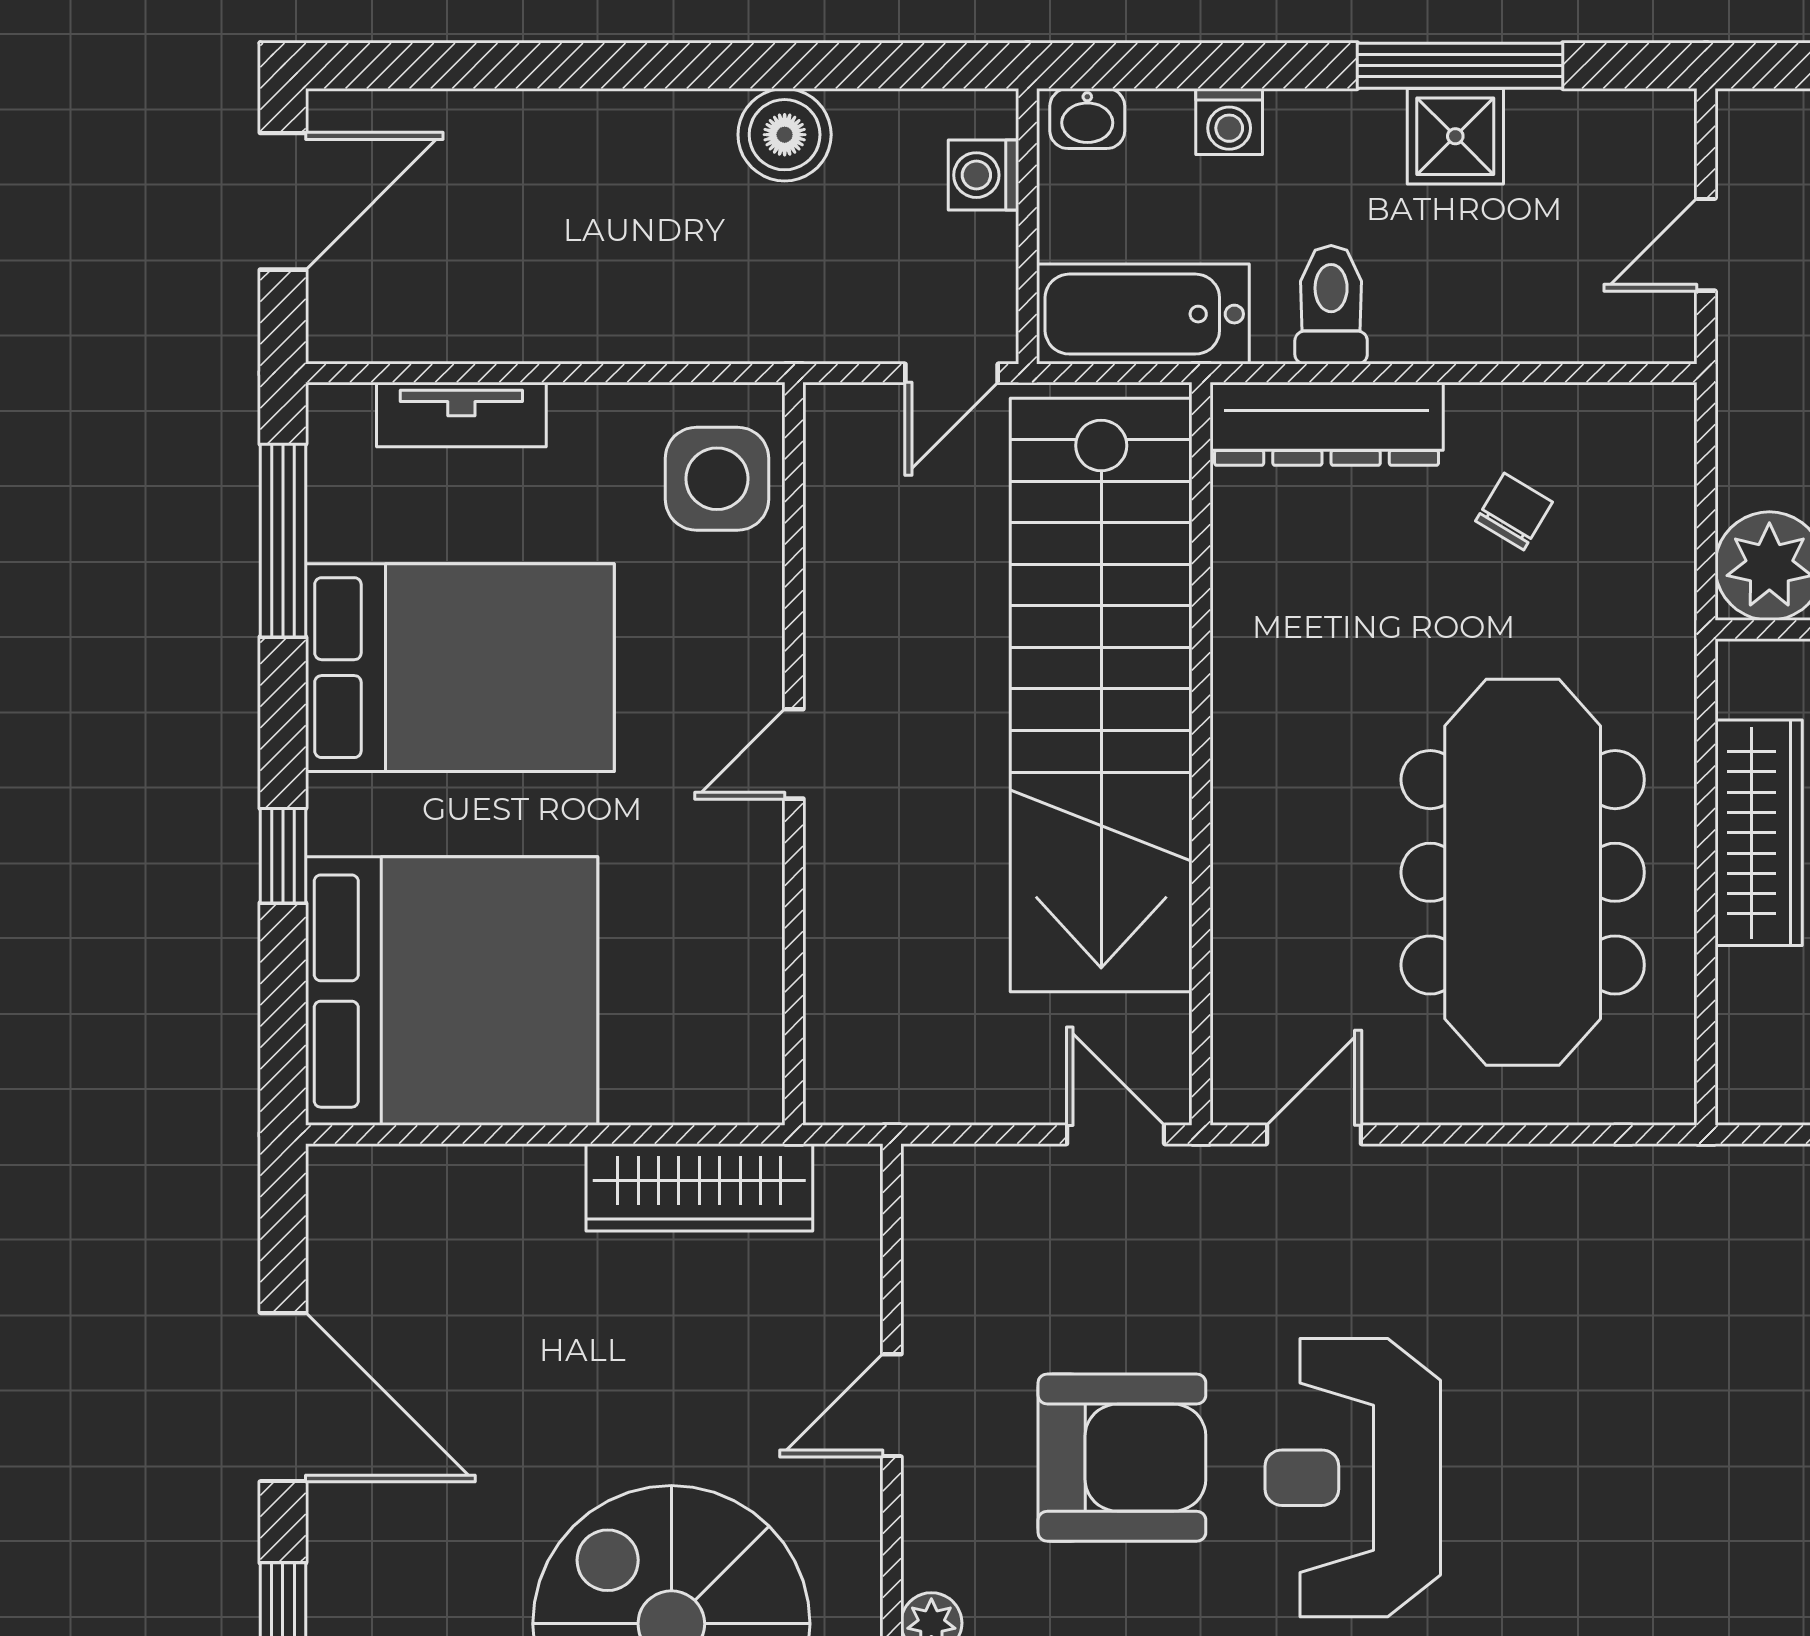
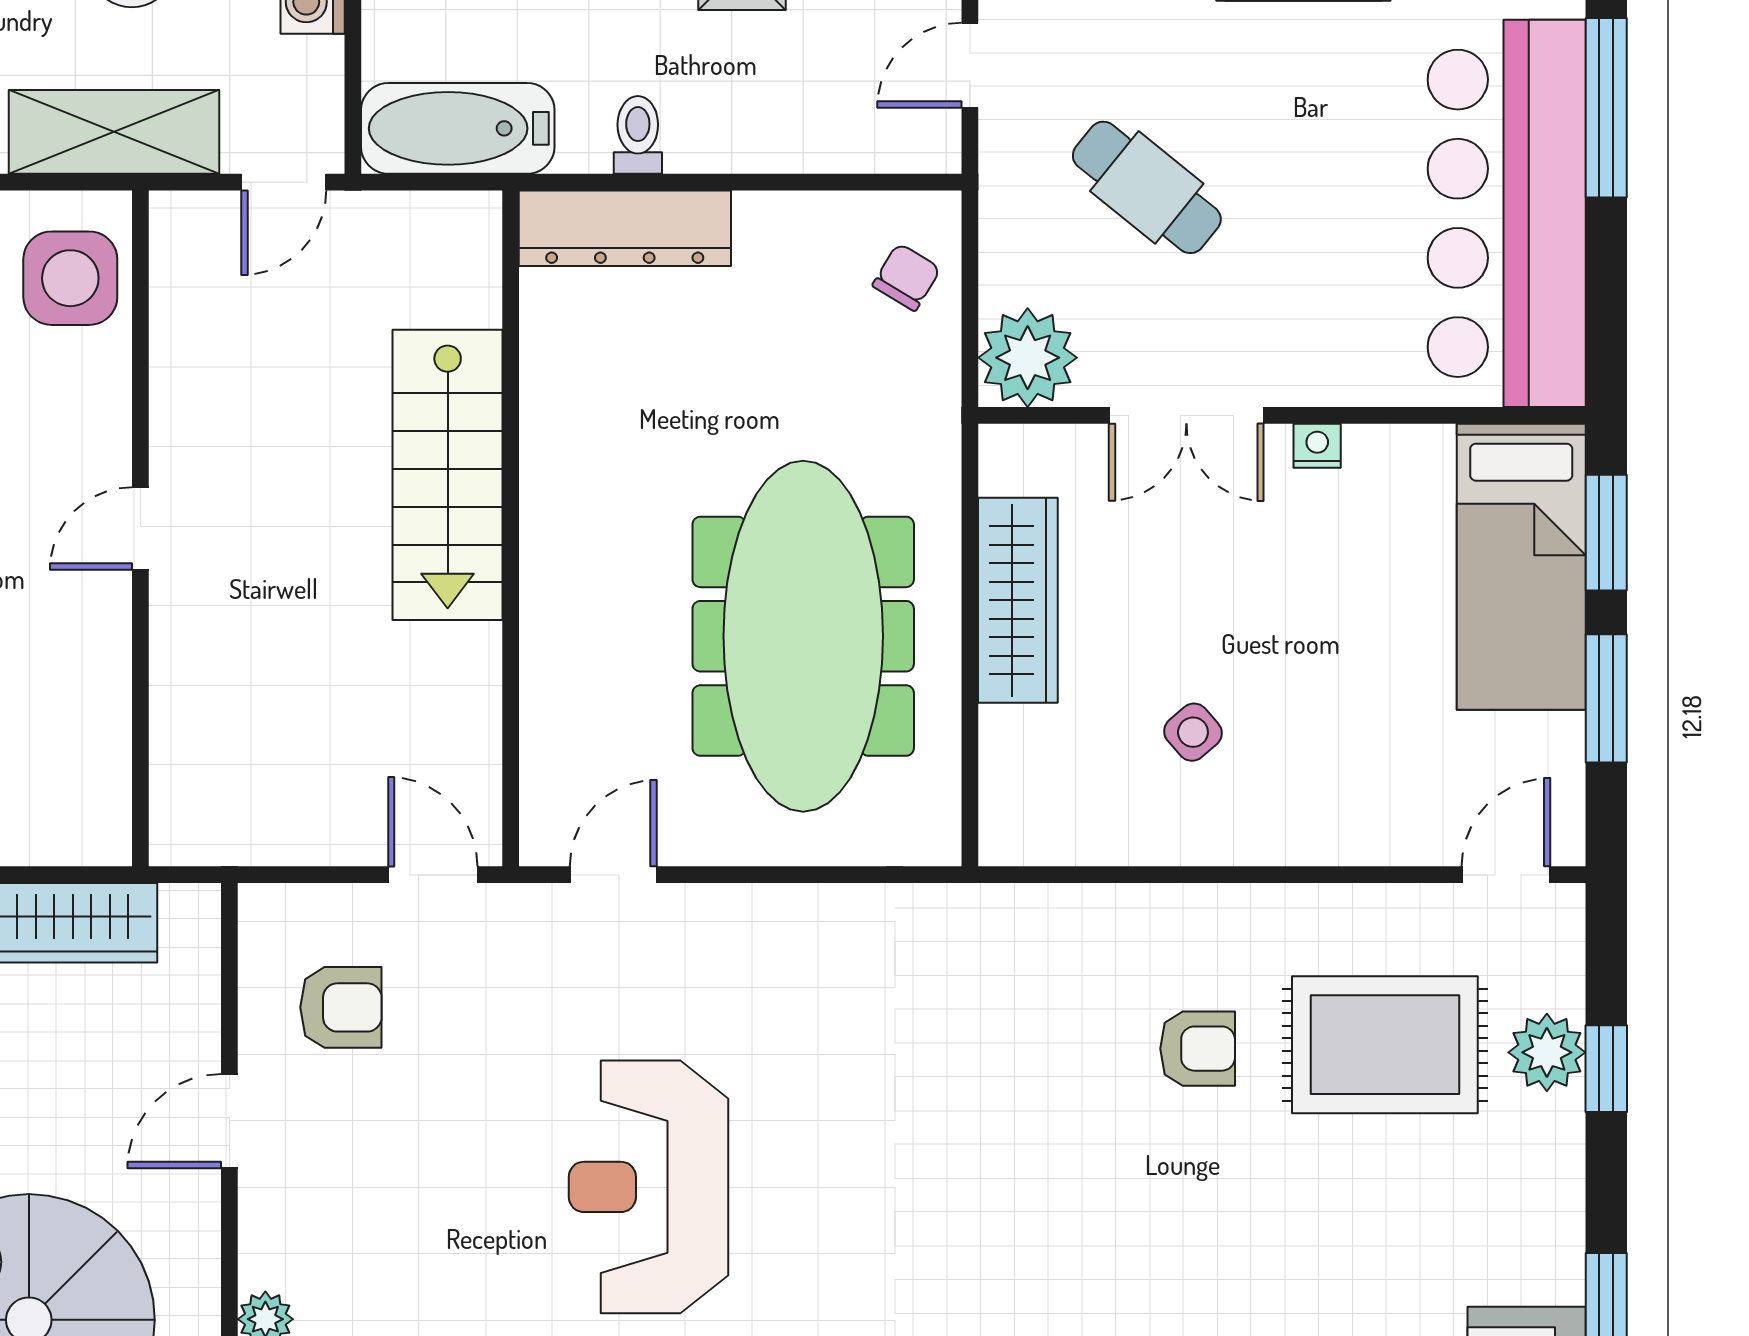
toilet: (1331, 305) -> (638, 135), width x0.73, depth x0.72
shelving: (765, 318) -> (114, 132), added
chair: (1514, 511) -> (906, 277), moved
stairs: (1101, 695) -> (448, 475), width x0.54, depth x0.66
armchair: (1122, 1458) -> (341, 1007), moved, width x0.53, depth x0.53

